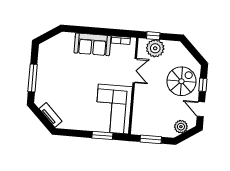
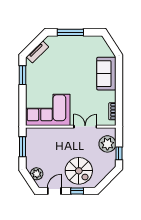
window: (153, 36) -> (119, 153), moved
sofa: (93, 44) -> (106, 74), moved
double door: (135, 71) -> (85, 127), swing flipped
window: (102, 135) -> (23, 75), moved

